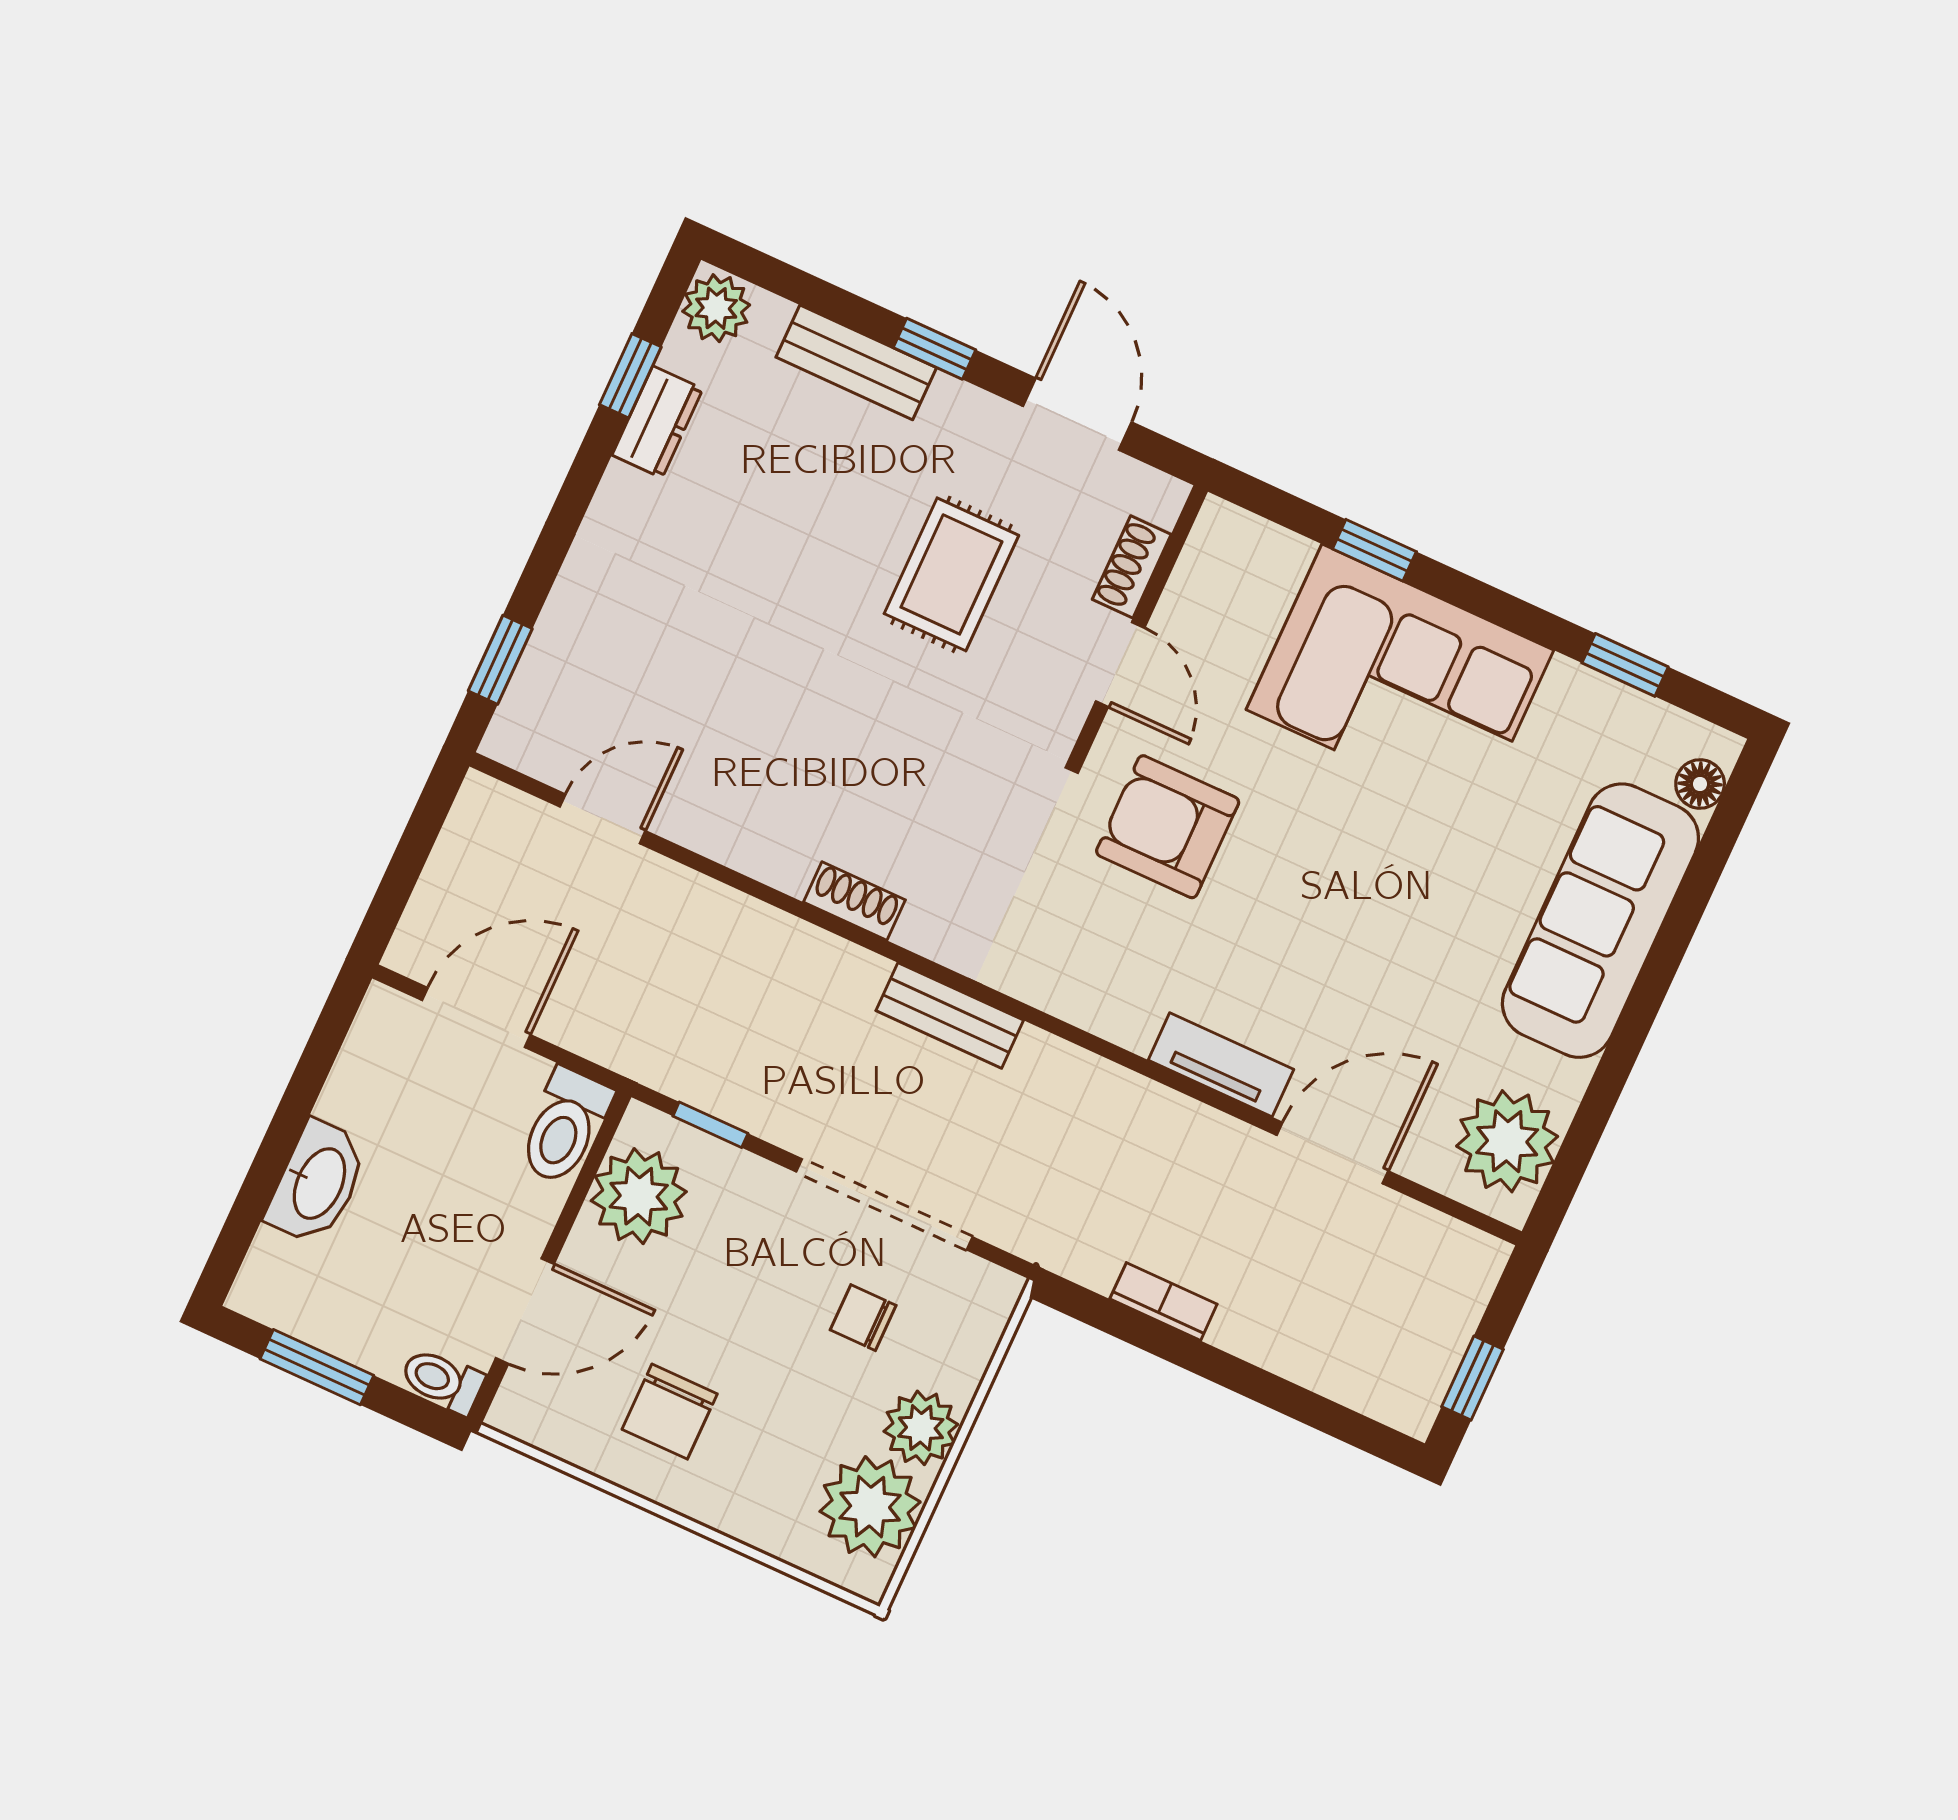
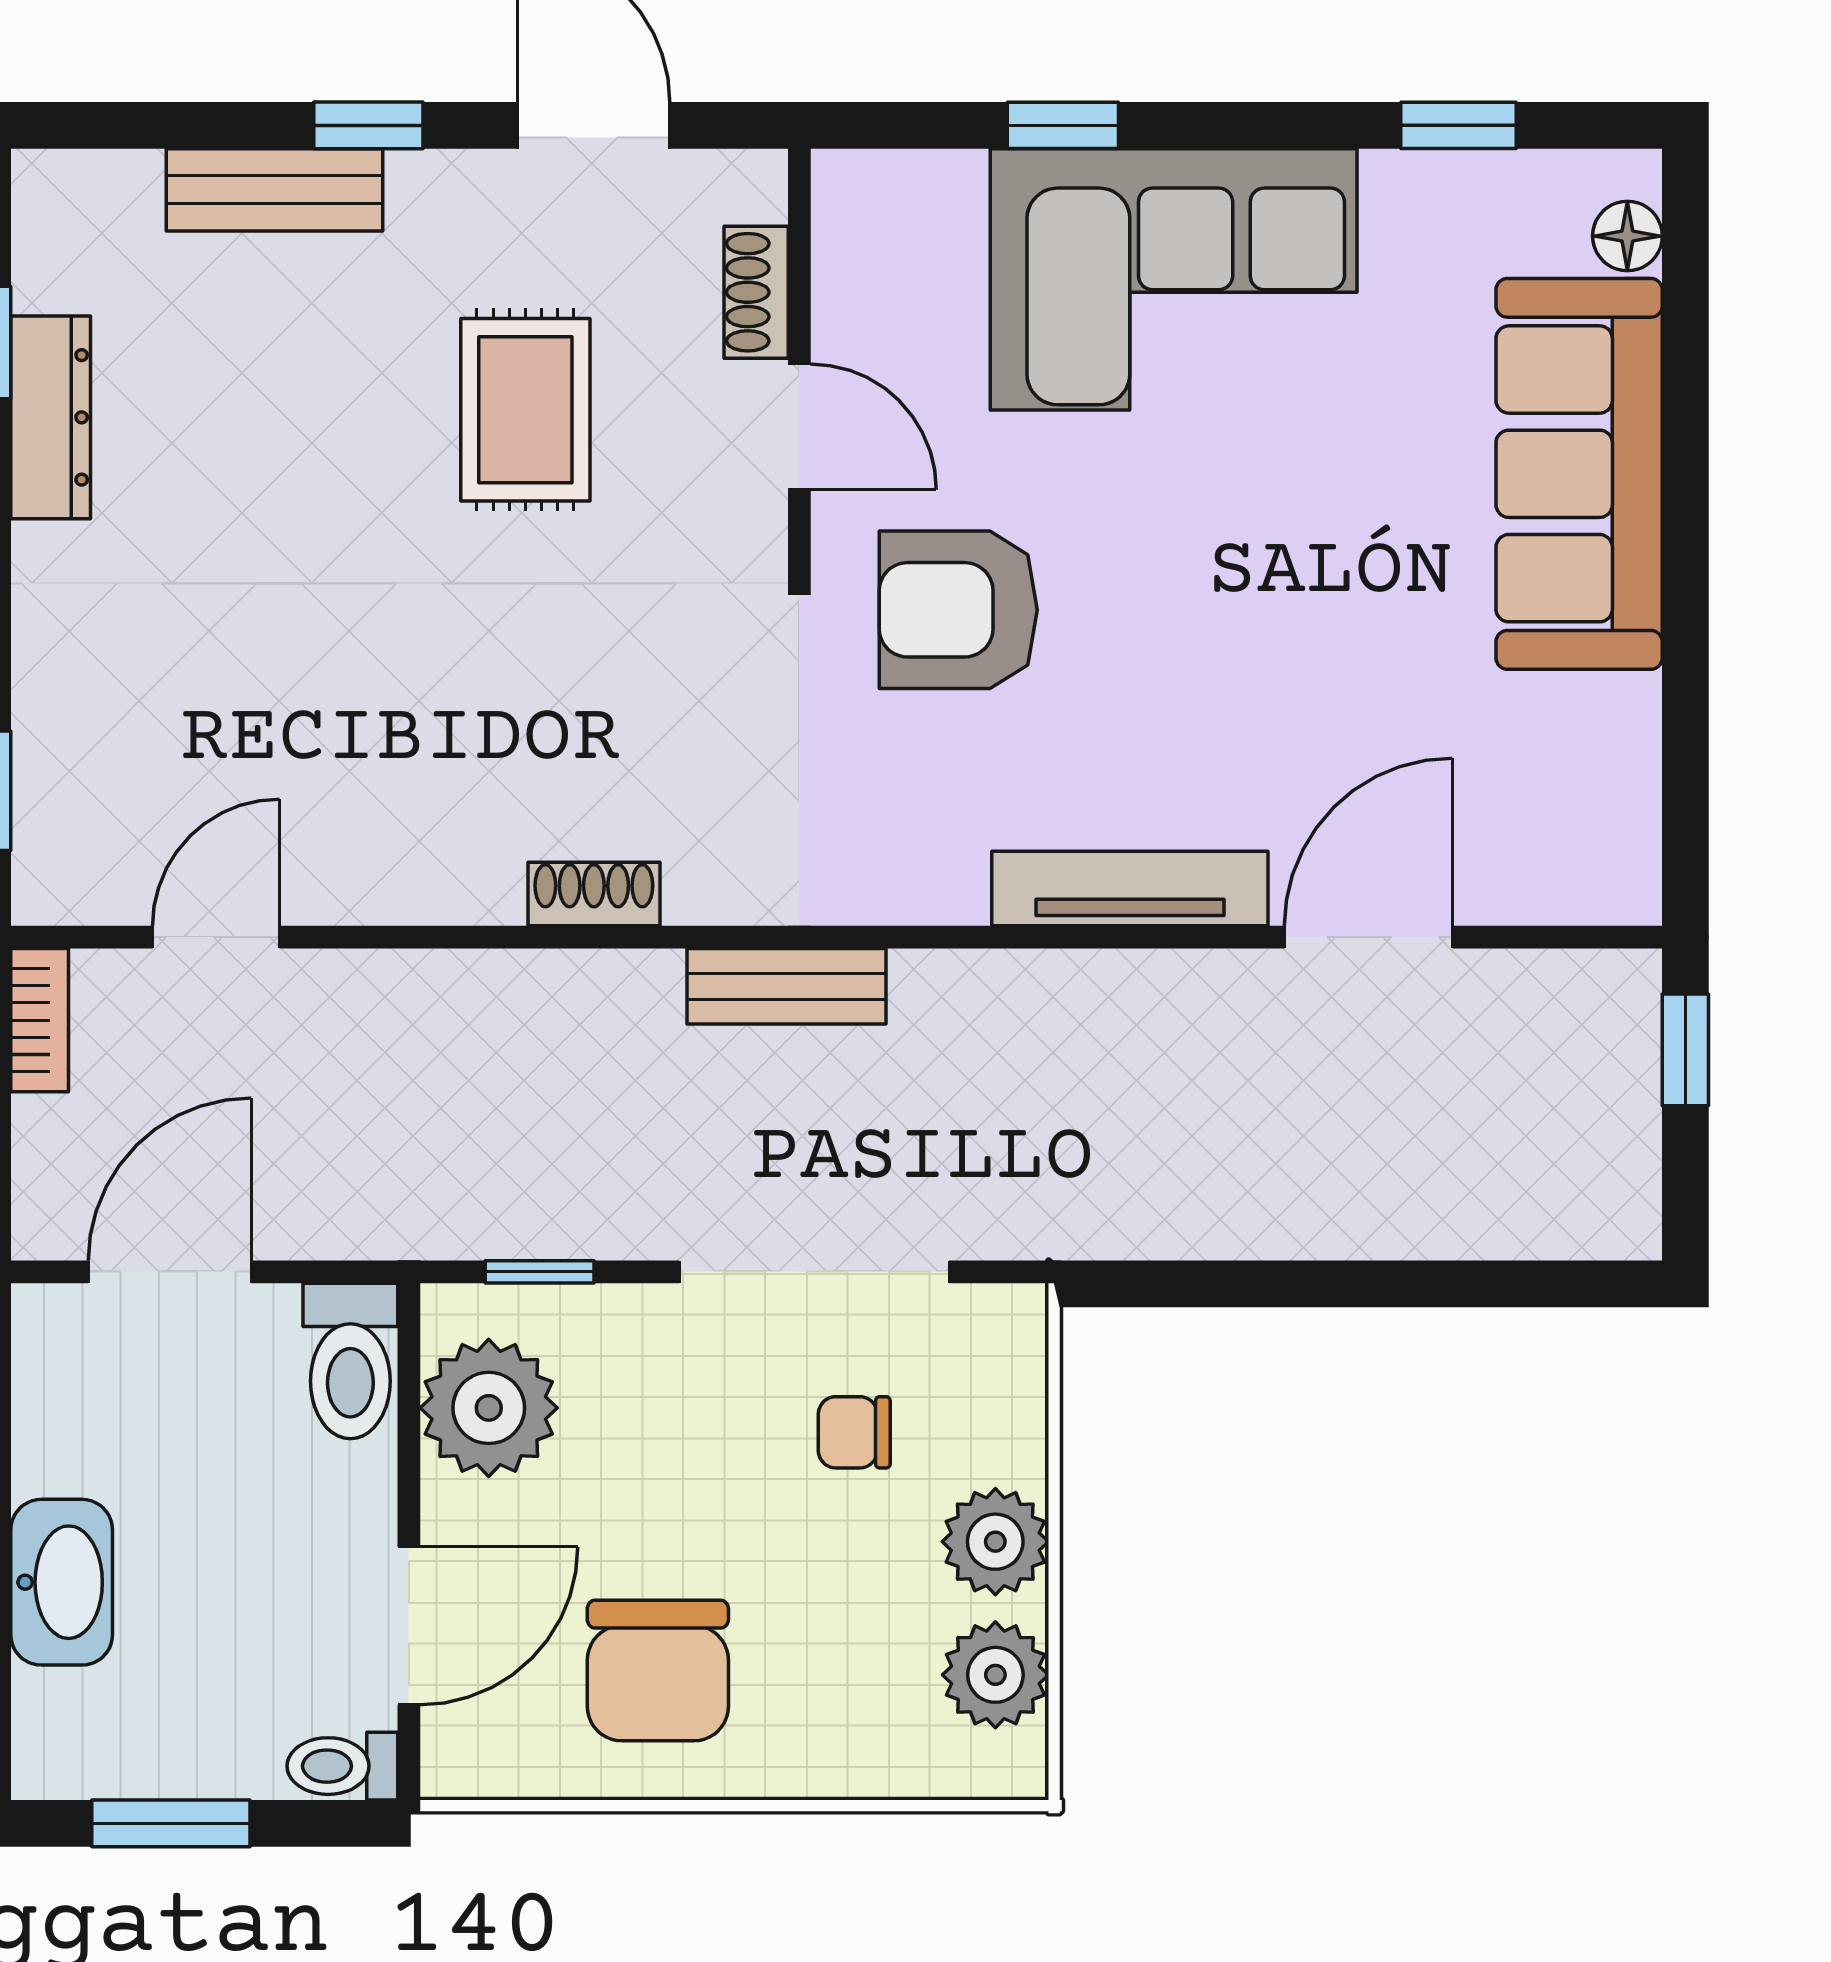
plant: (716, 308) -> (59, 203), removed
dresser: (657, 422) -> (51, 417), width x1.44
tv unit: (1221, 1065) -> (1130, 889), width x1.41
plant: (1507, 1141) -> (1589, 817), removed
bookcase: (1163, 1302) -> (40, 1020), moved, turned 90
window: (1473, 1378) -> (1685, 1050), moved
chair: (670, 1412) -> (658, 1670), width x1.37, depth x1.37
plant: (870, 1507) -> (995, 1675), width x0.73, depth x0.73

